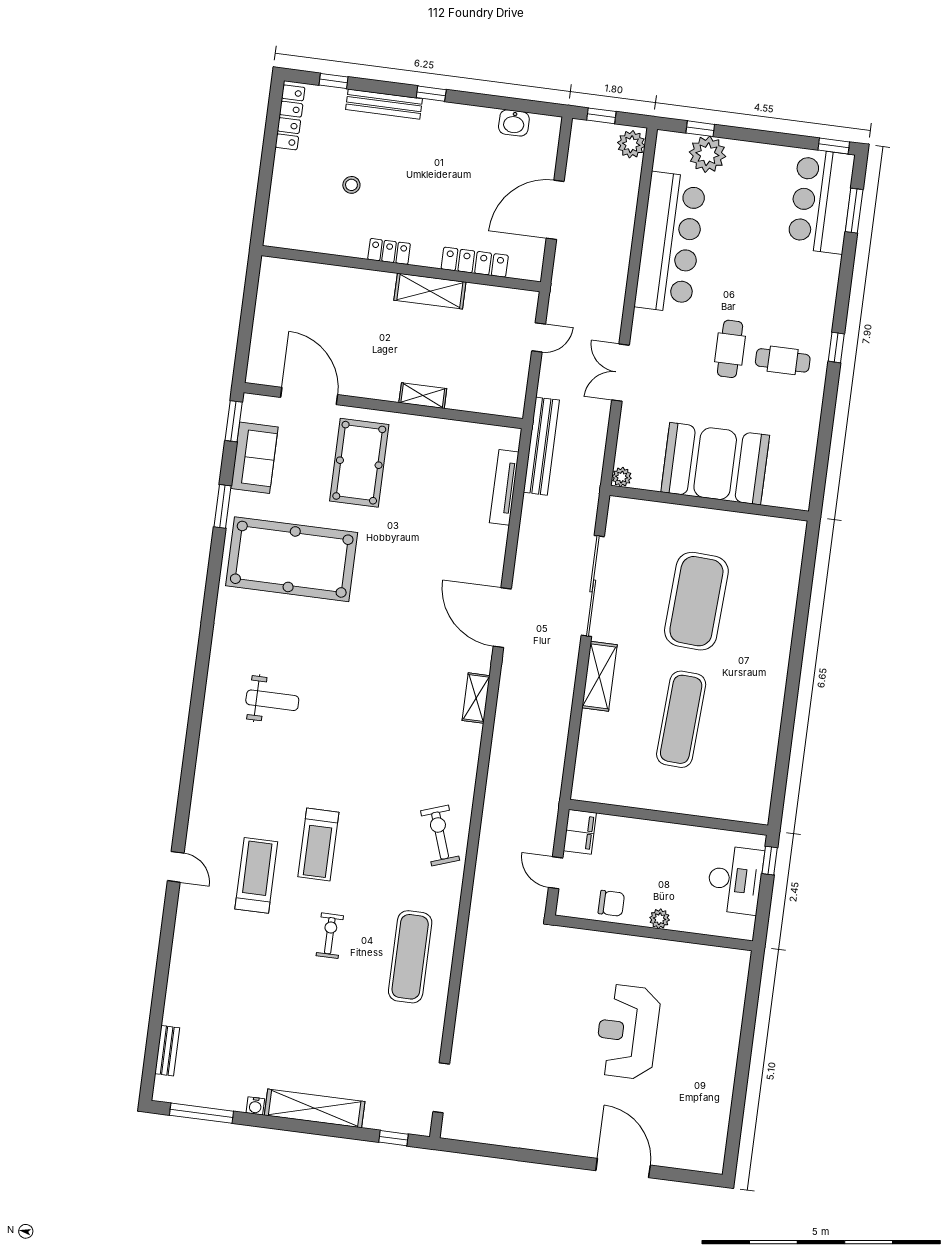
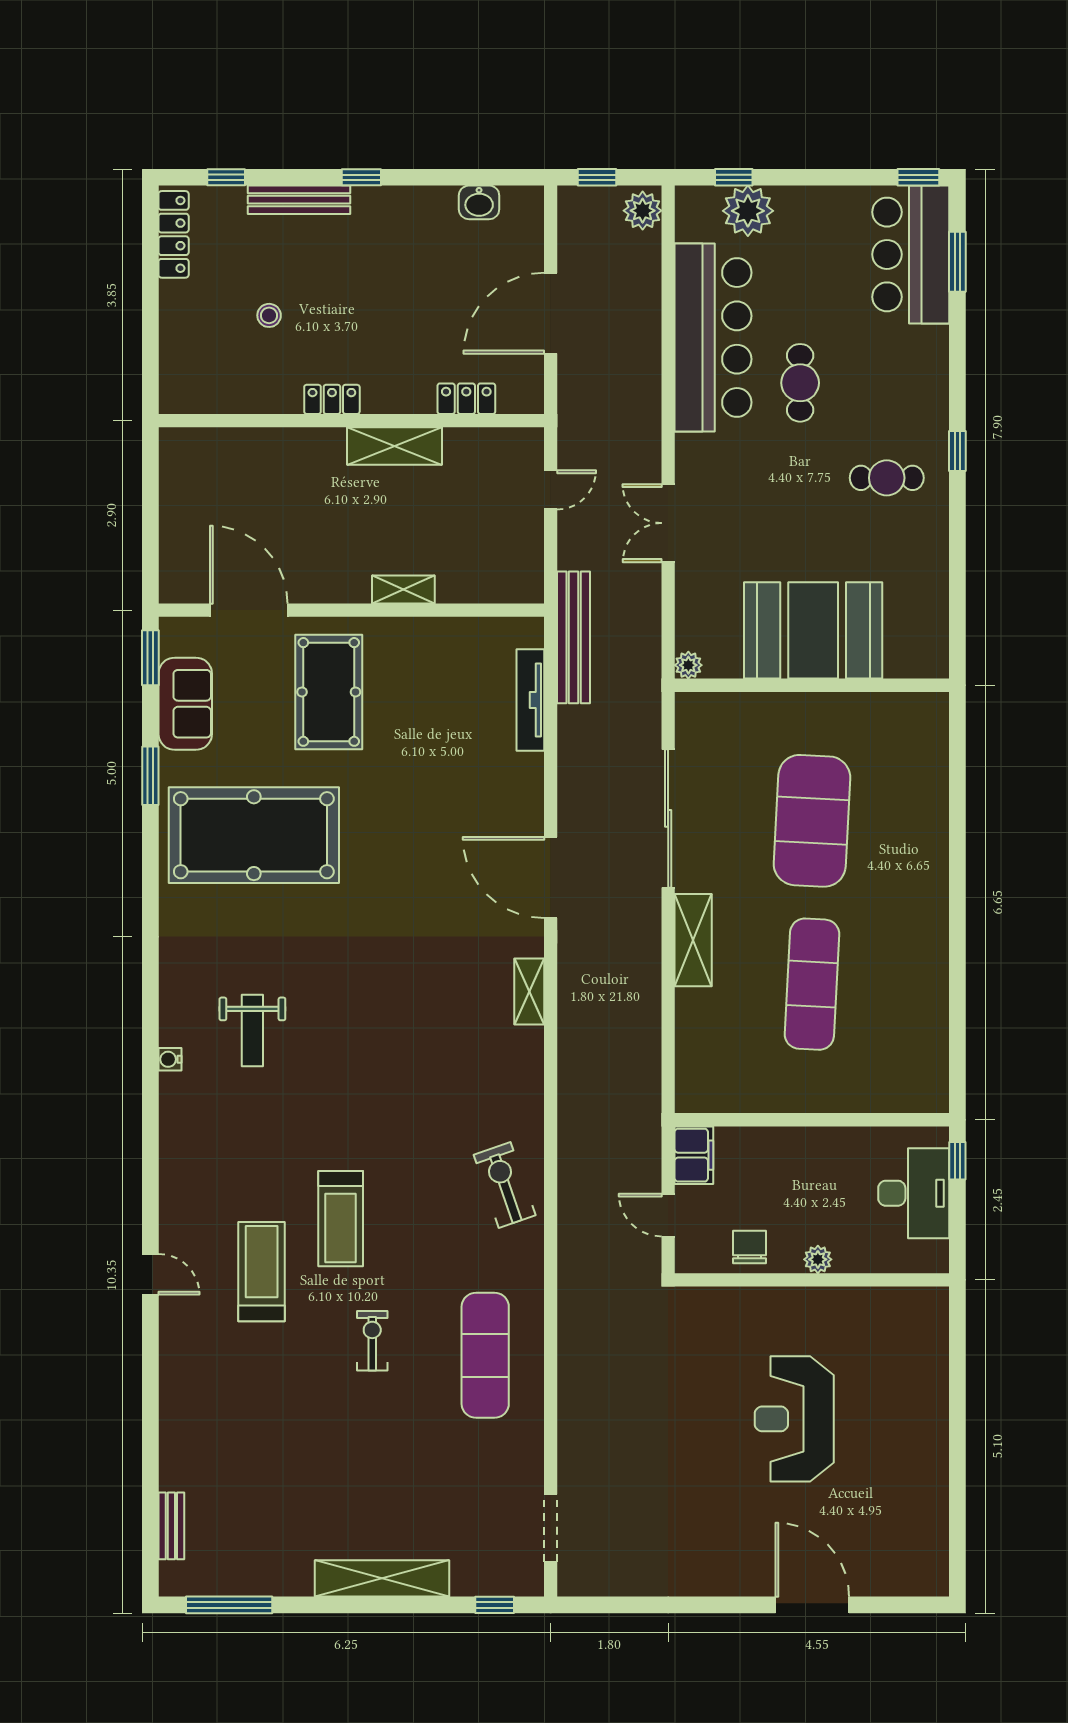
locker: (475, 262) -> (466, 399), width x0.66
cafe table: (730, 349) -> (800, 383), moved
weight bench: (272, 700) -> (252, 1030), turned 90
chair: (611, 903) -> (749, 1247), turned -90
water cooler: (255, 1106) -> (170, 1059), moved, turned 90

